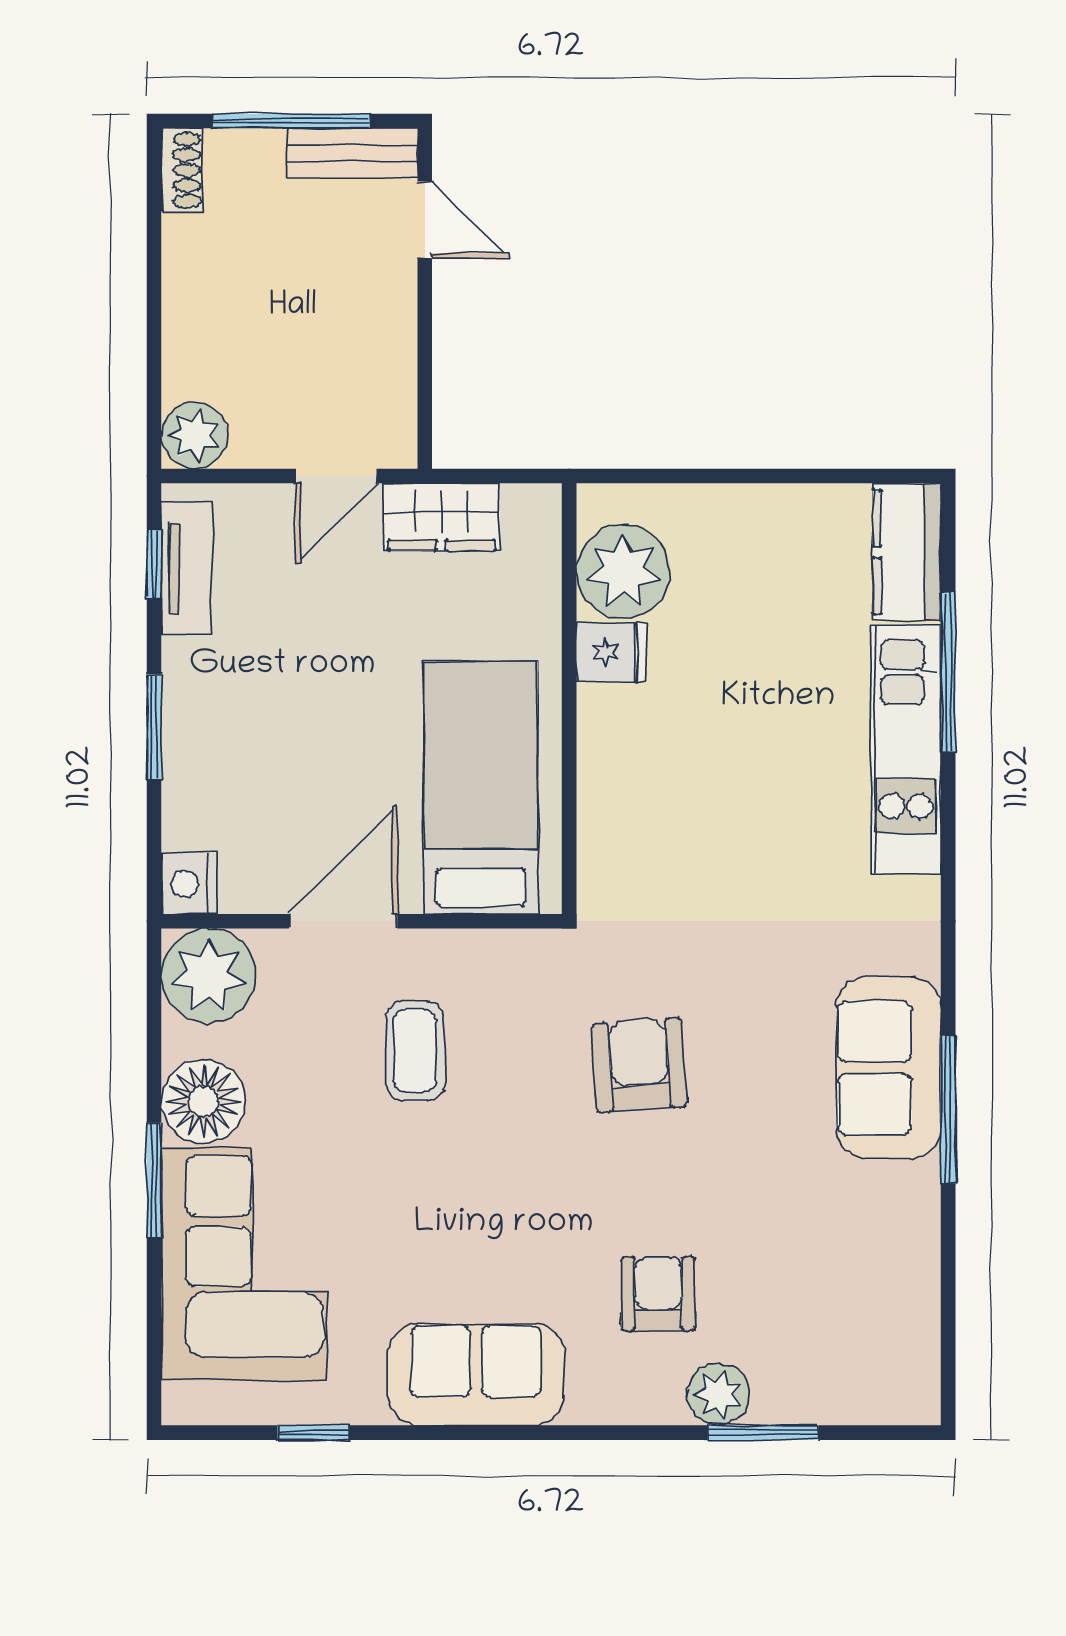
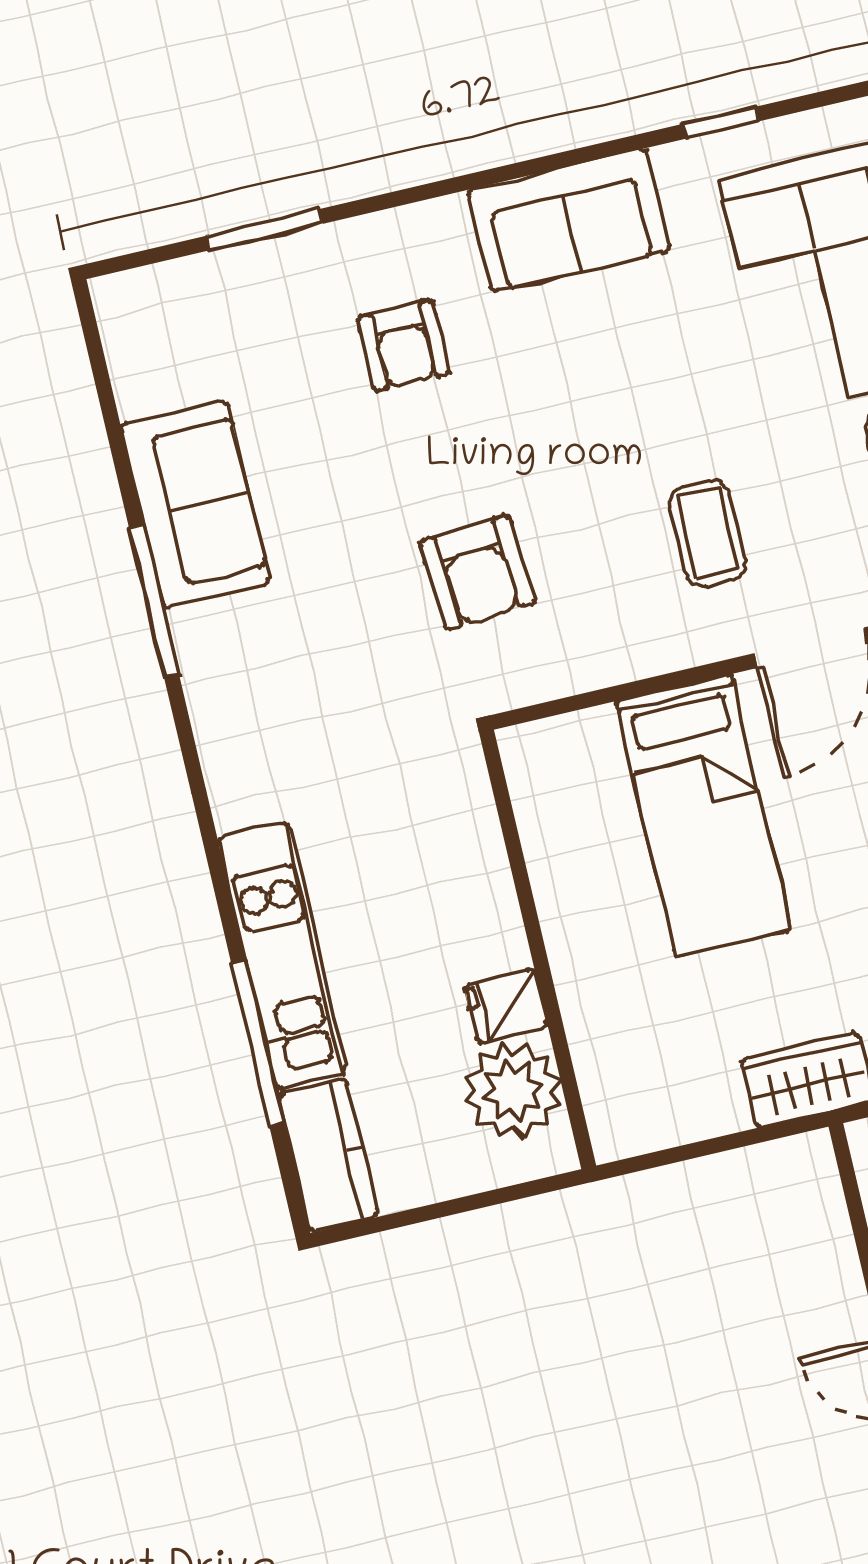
plant: (623, 571) -> (513, 1091), moved
fridge: (611, 652) -> (506, 1006), moved
wall: (569, 699) -> (538, 949), moved
sofa: (888, 1068) -> (195, 504), moved
plant: (719, 1394) -> (319, 258), removed

